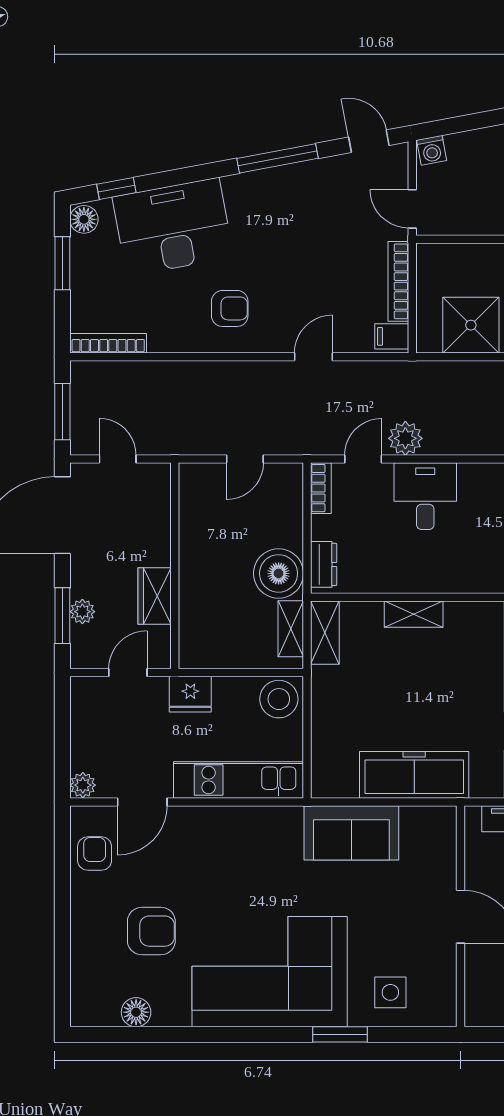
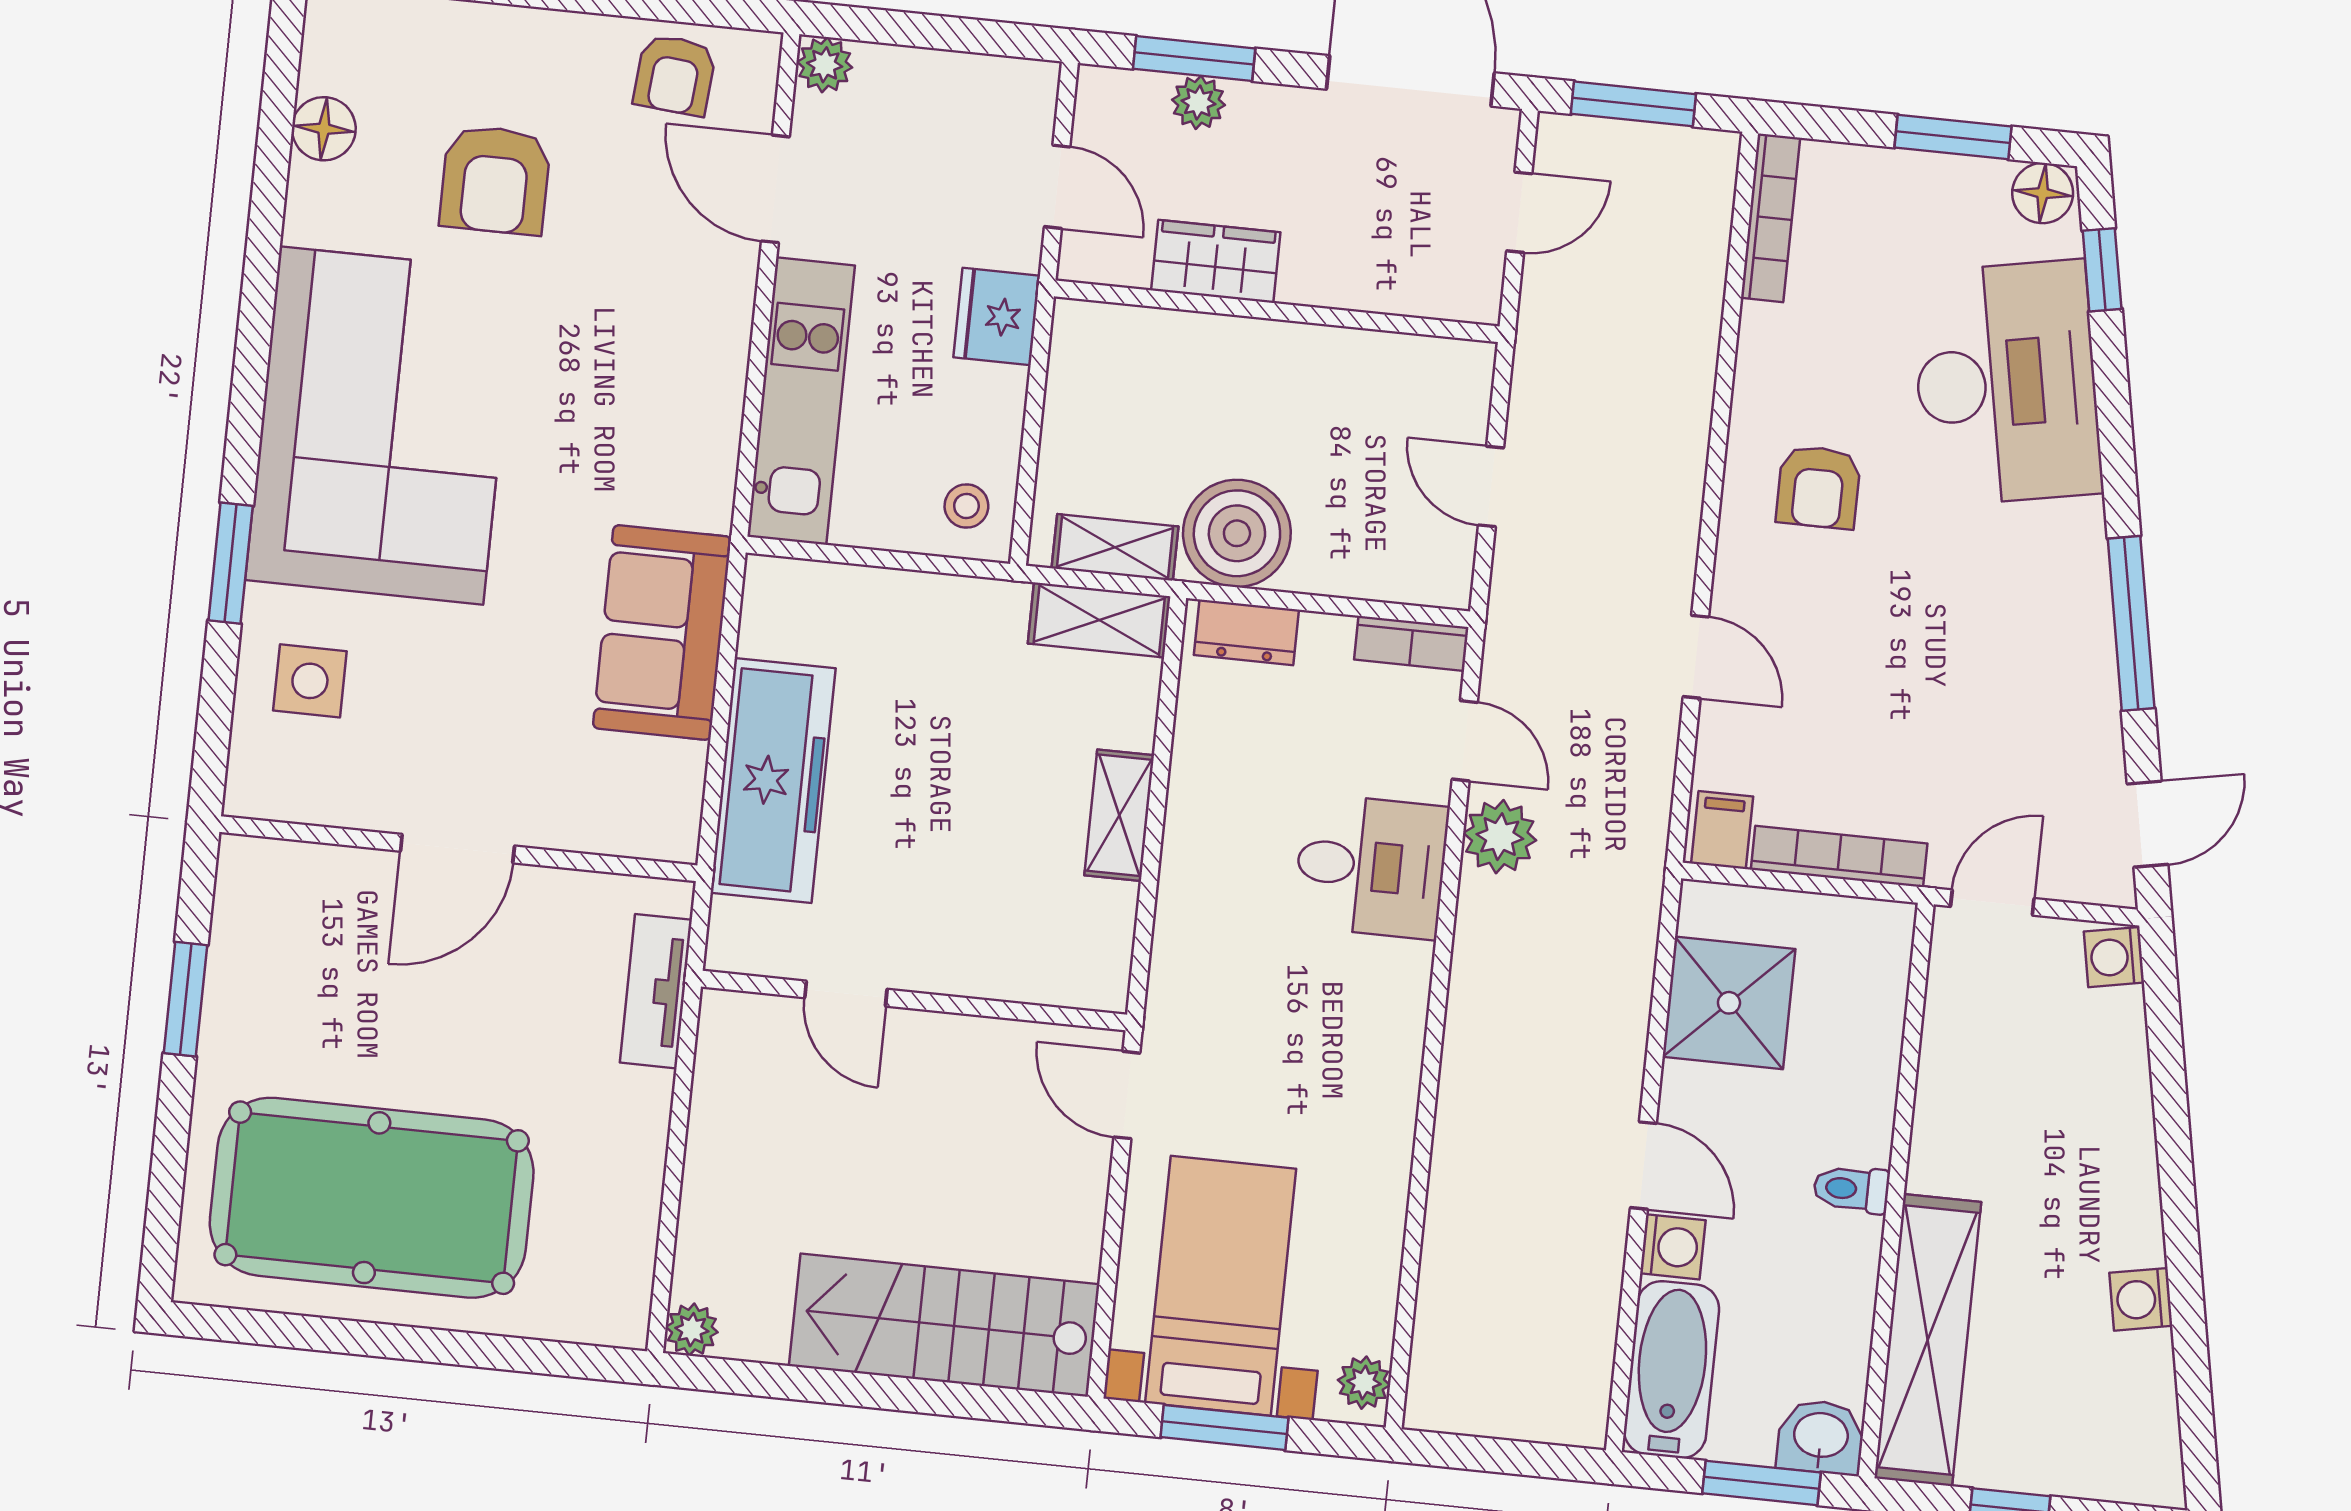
stool: (279, 699) -> (966, 506), width x0.53, depth x0.53
armchair: (95, 854) -> (675, 75), turned 95

